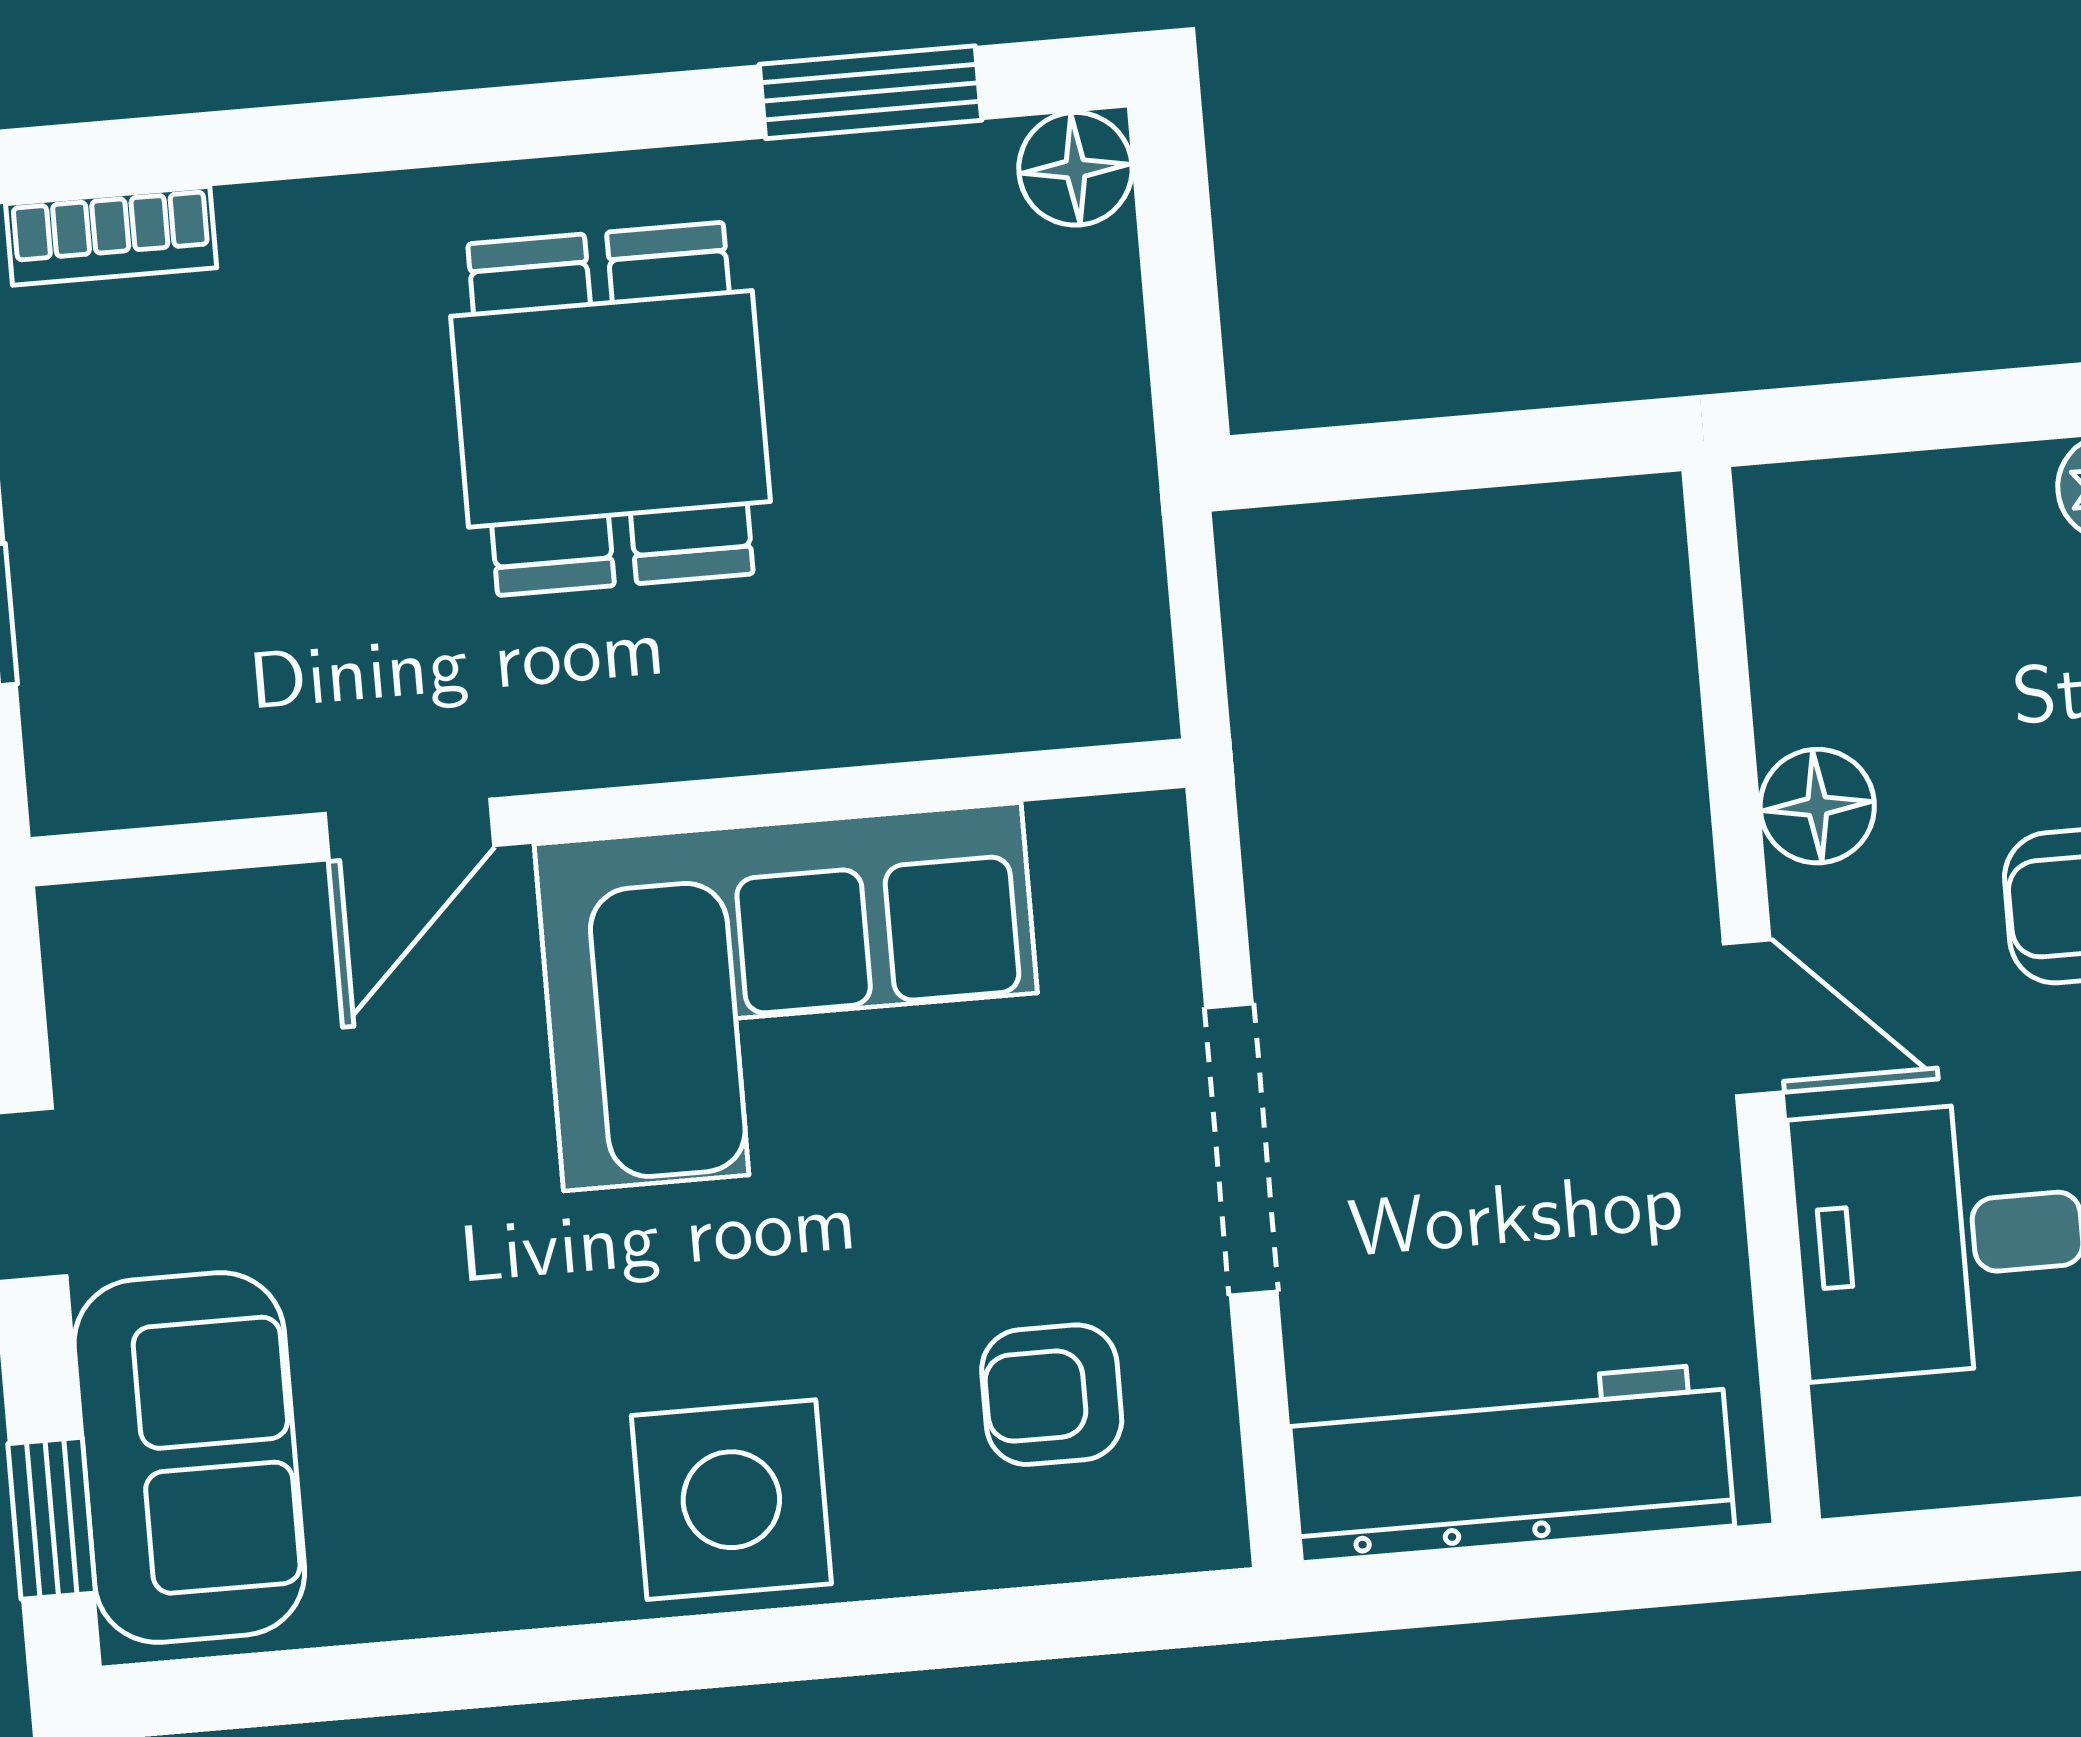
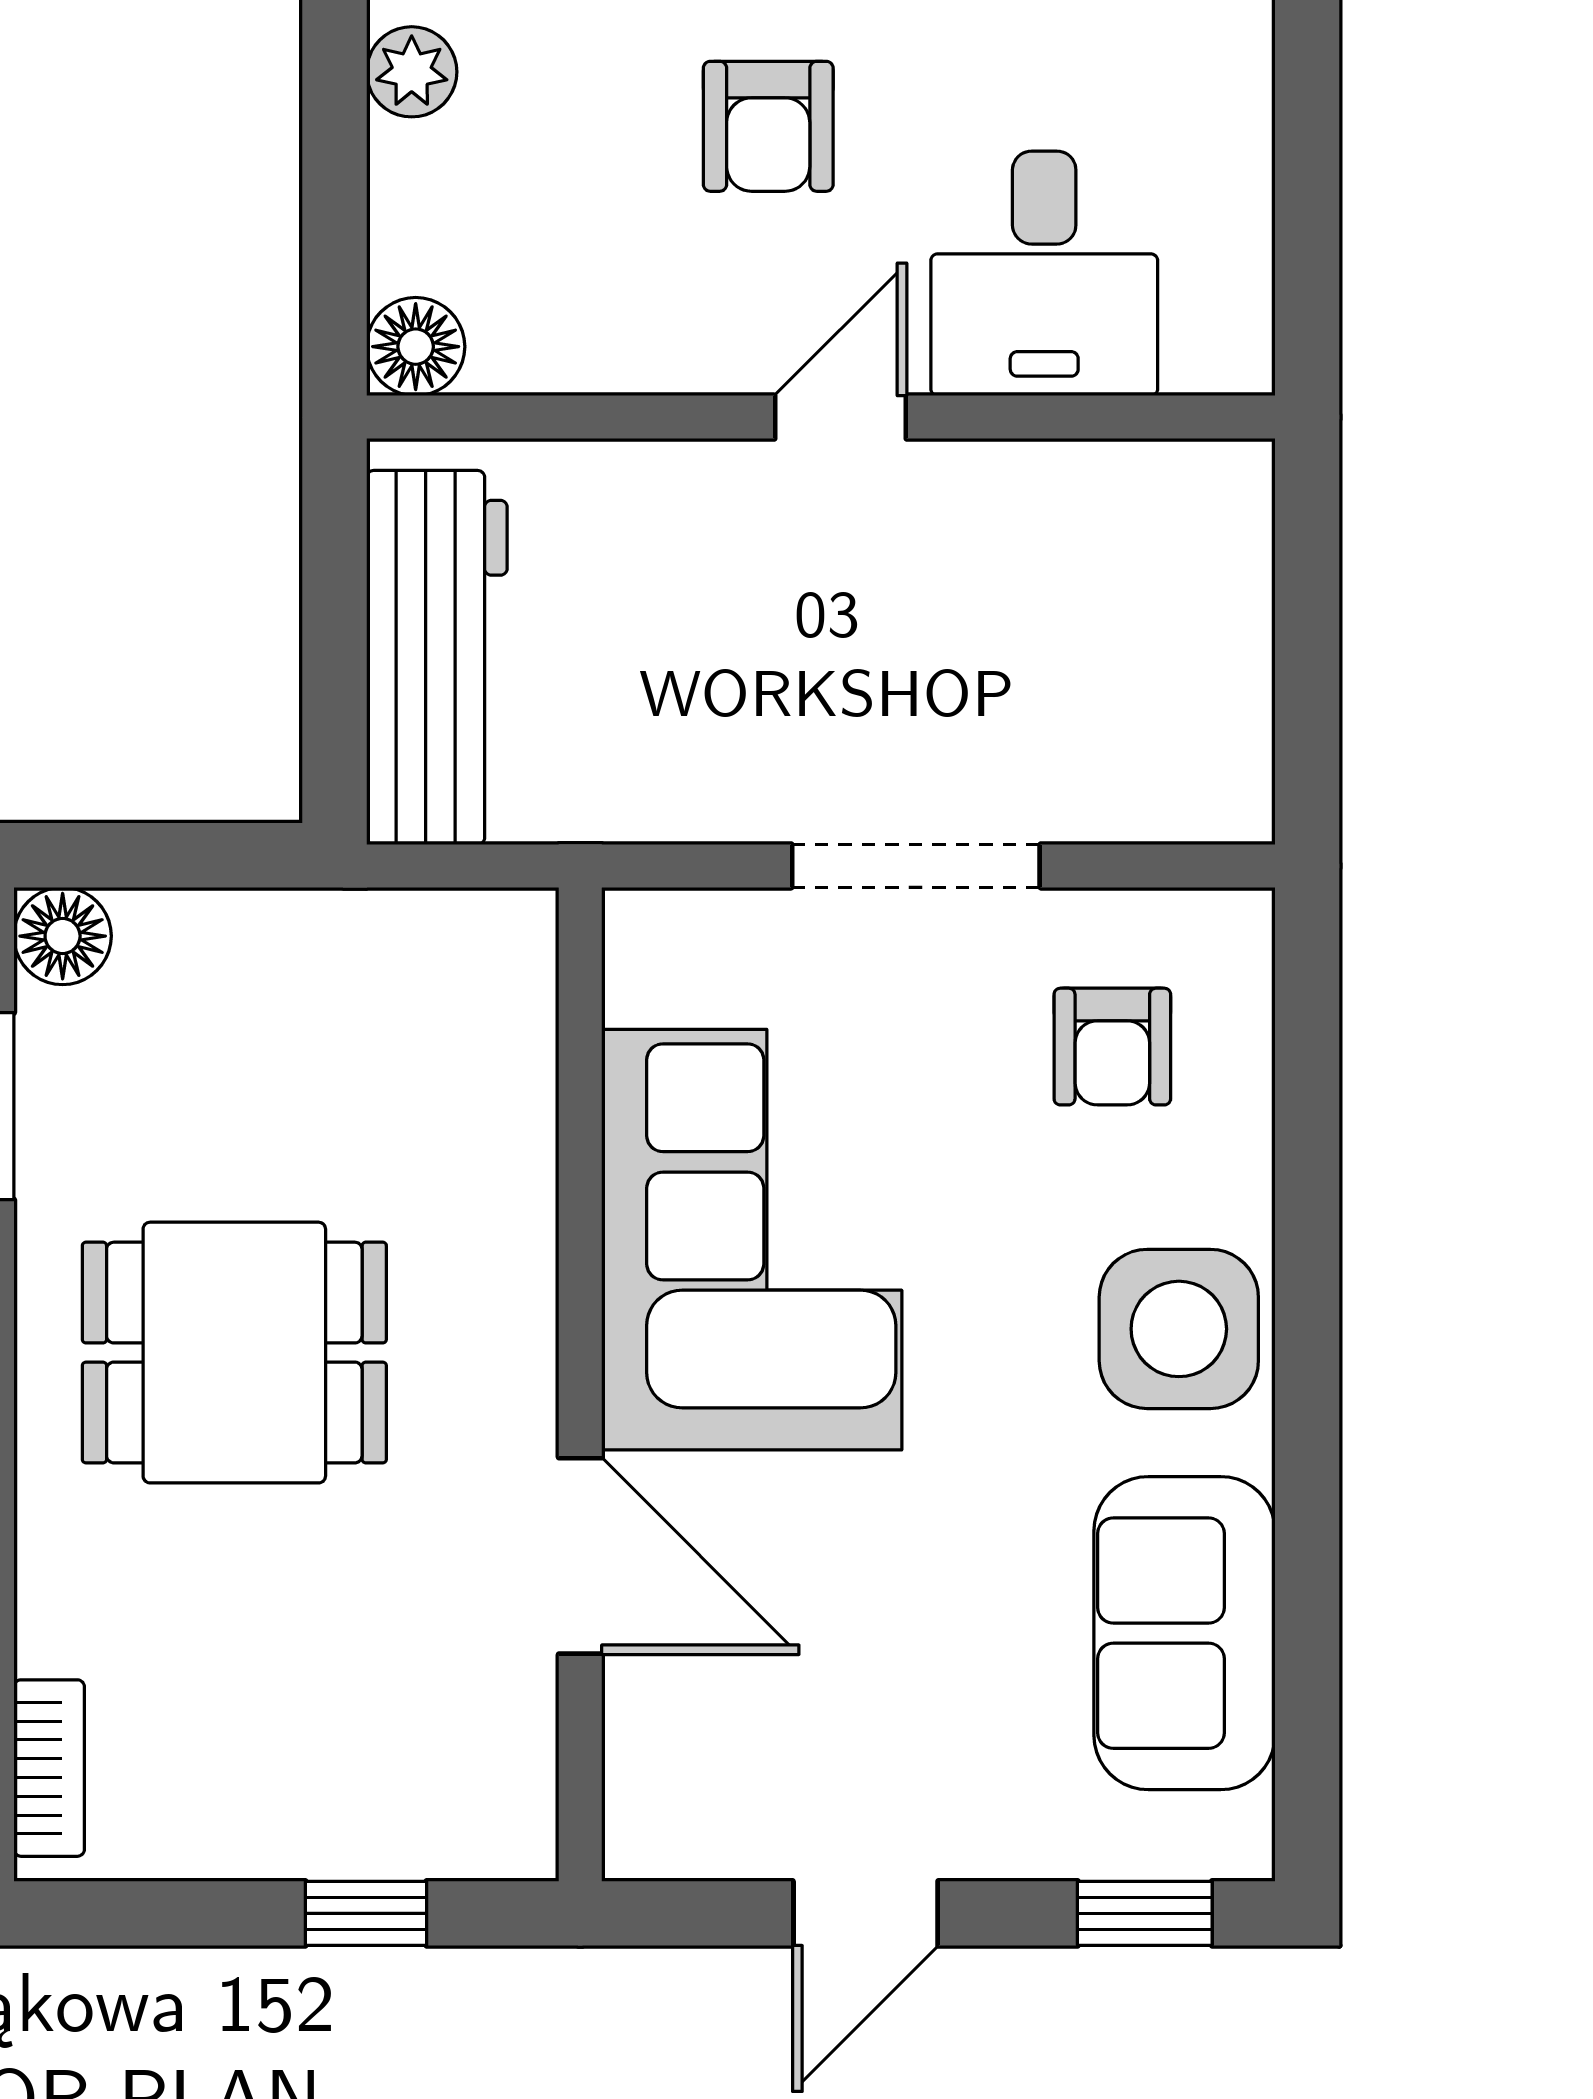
floor lamp: (1817, 806) -> (416, 347), moved
door: (409, 830) -> (580, 1556), width x1.38
sofa: (189, 1457) -> (1185, 1633), moved, turned -90
workbench: (1511, 1463) -> (437, 658), moved, turned 180

